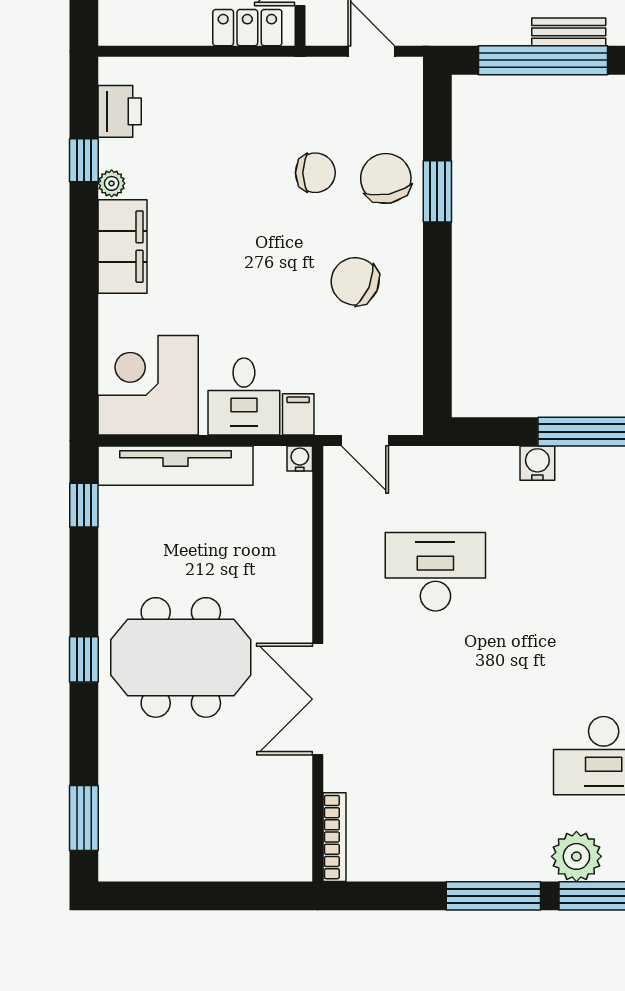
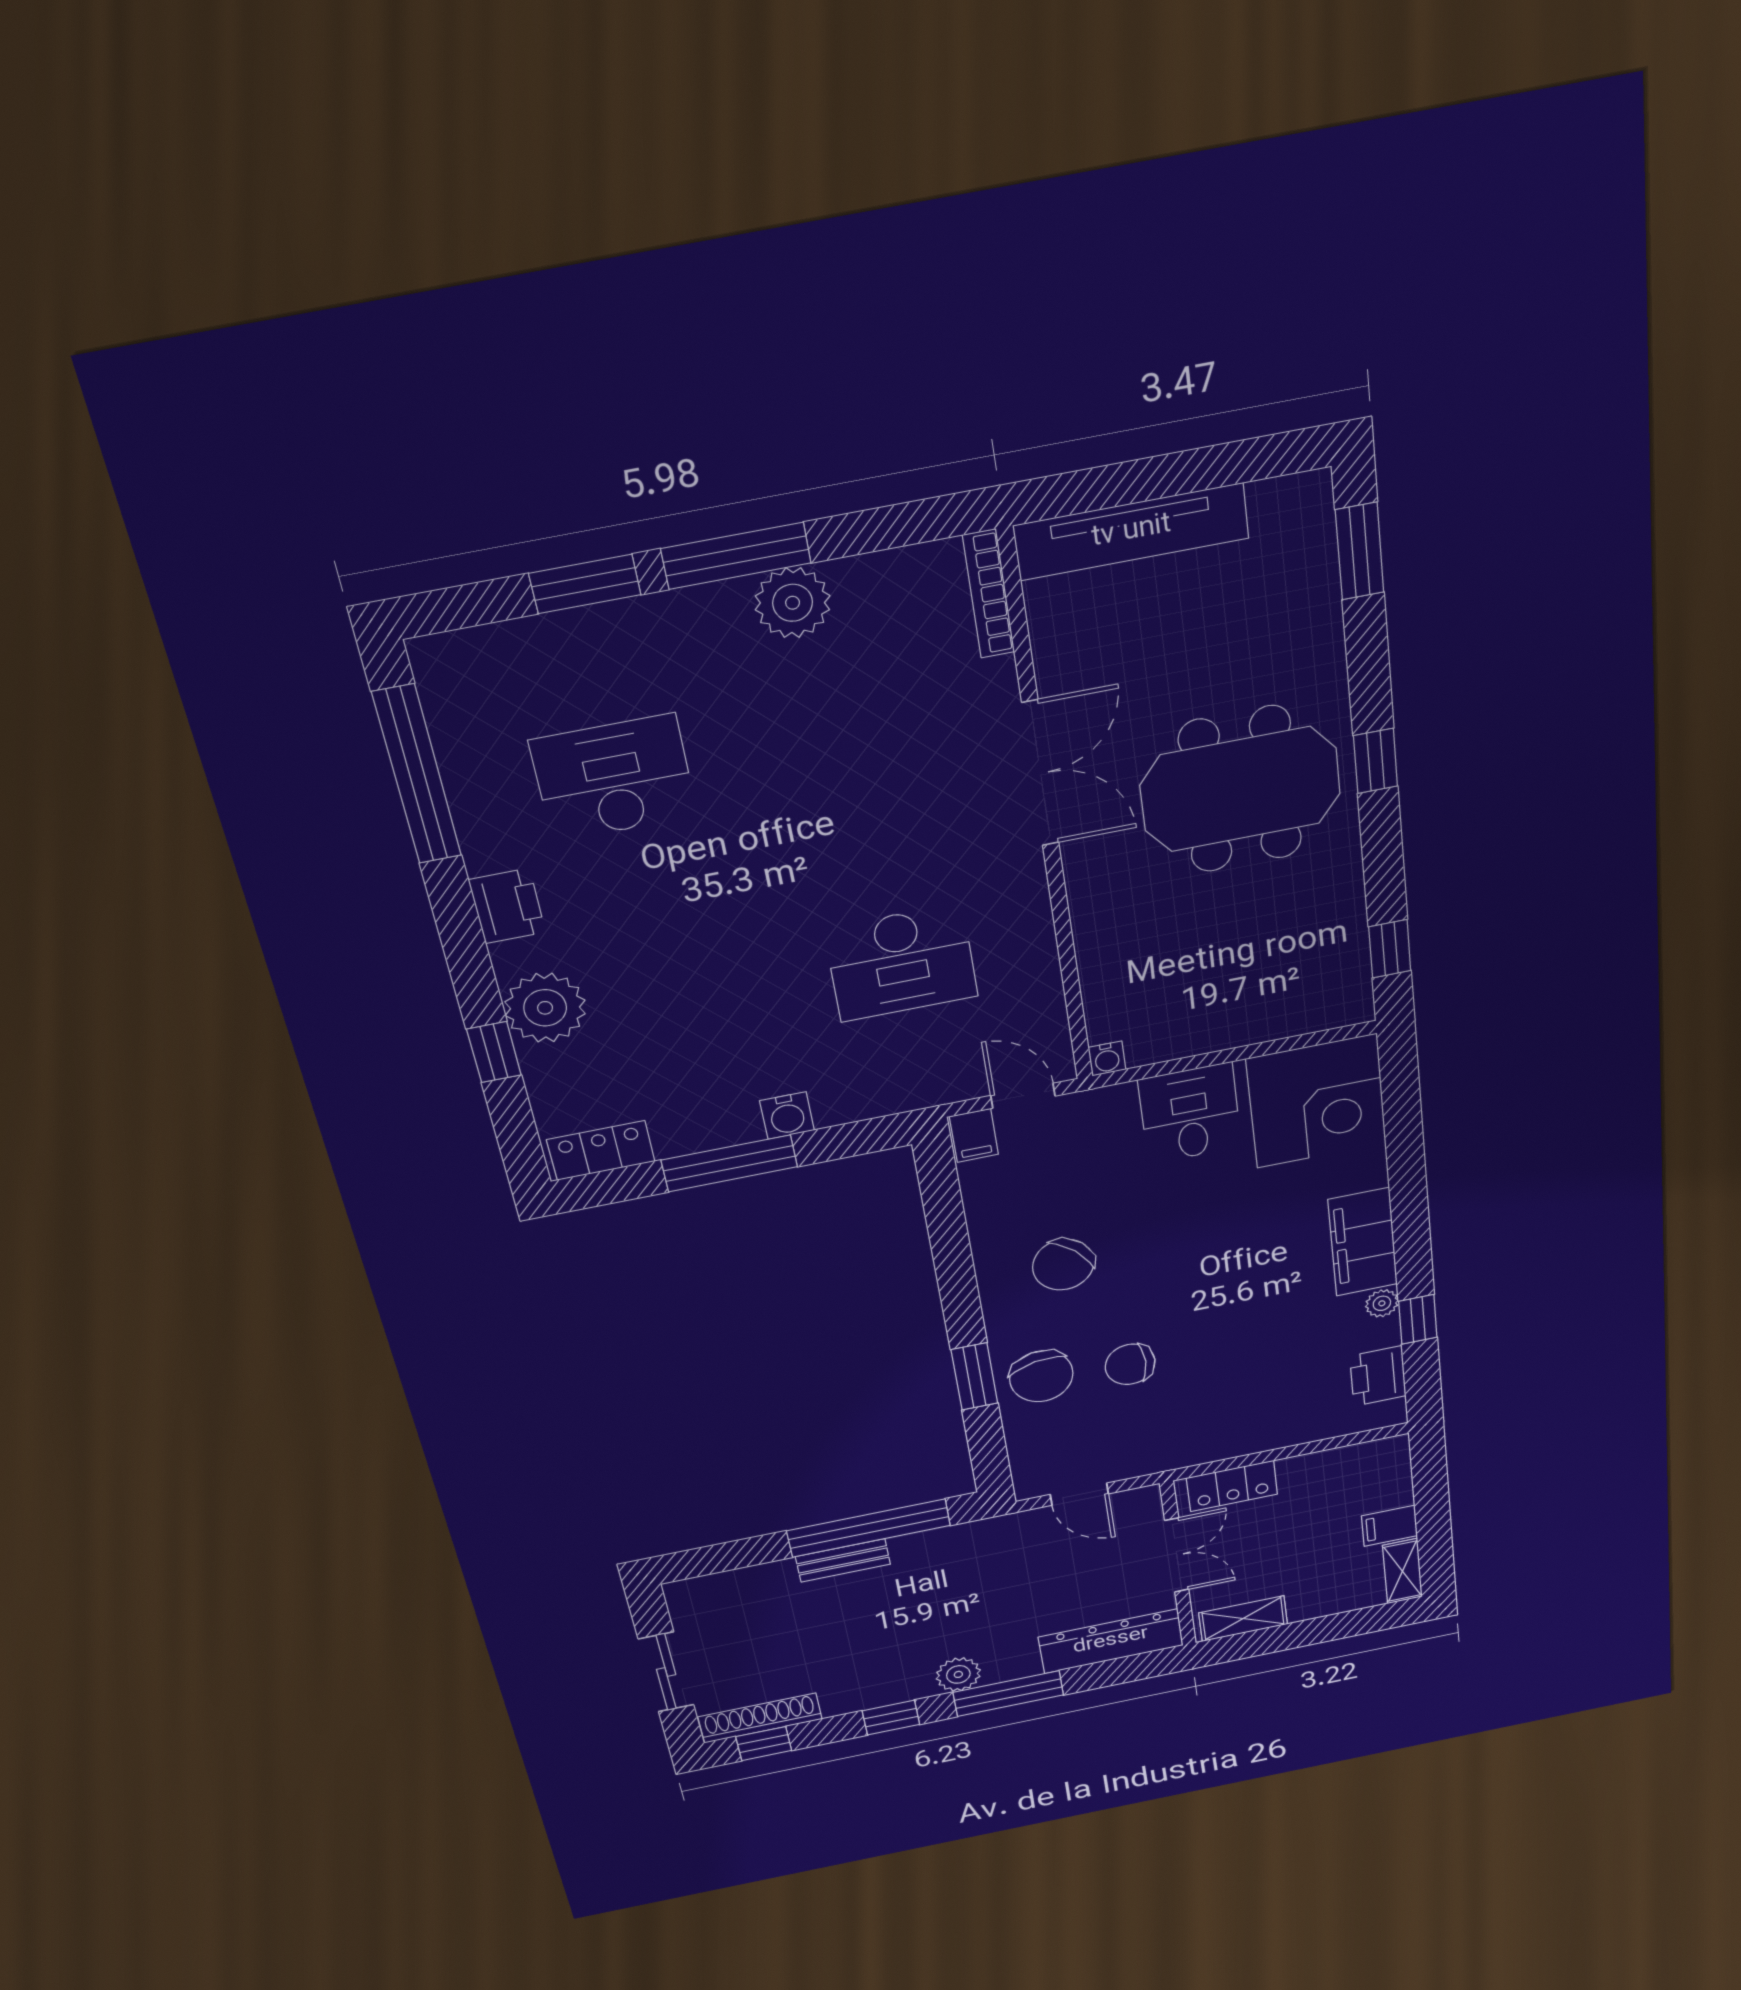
chair: (355, 281) -> (1063, 1265), turned 112
filing cabinet: (298, 414) -> (974, 1135), moved
tv unit: (176, 466) -> (1131, 532), moved, turned 180
plant: (576, 856) -> (793, 603), moved

